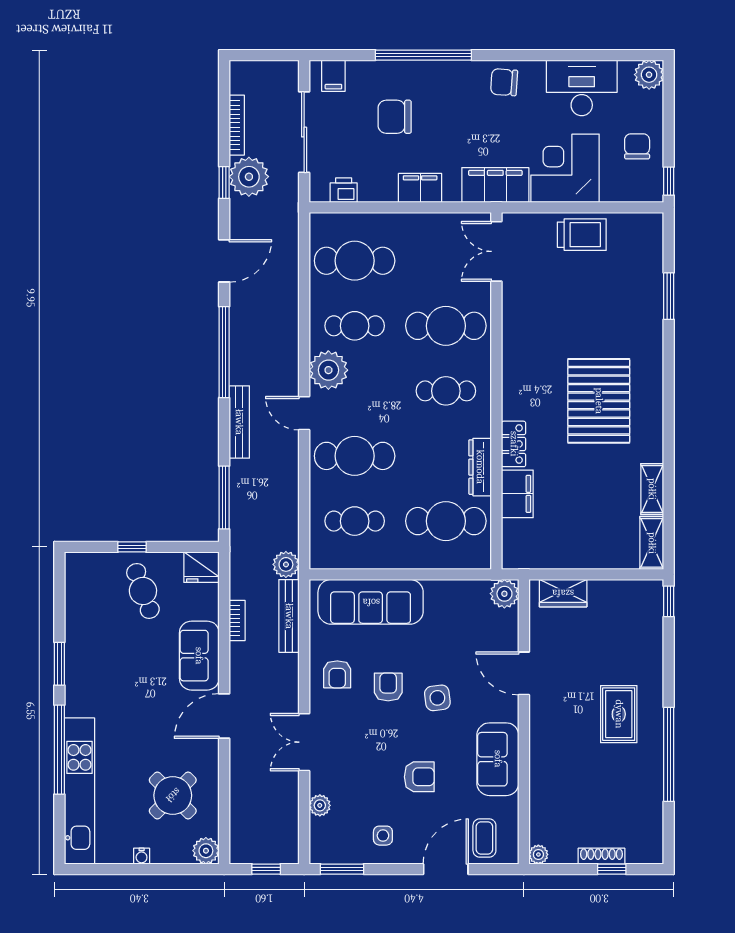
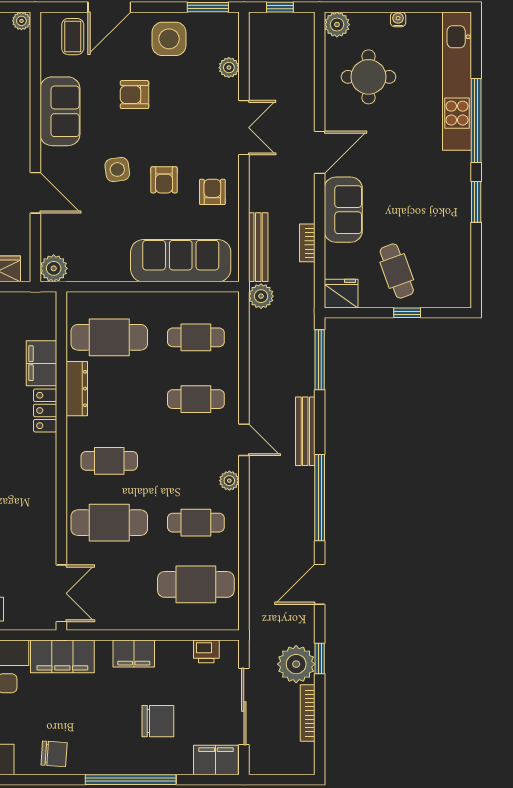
filing cabinet: (333, 76) -> (216, 760), width x2.00
plant: (328, 370) -> (229, 481), width x0.53, depth x0.53
cafe table: (355, 456) -> (196, 399), width x0.73, depth x0.74
round table: (173, 795) -> (369, 77), turned 45
side table: (383, 836) -> (169, 39), width x1.87, depth x1.87

